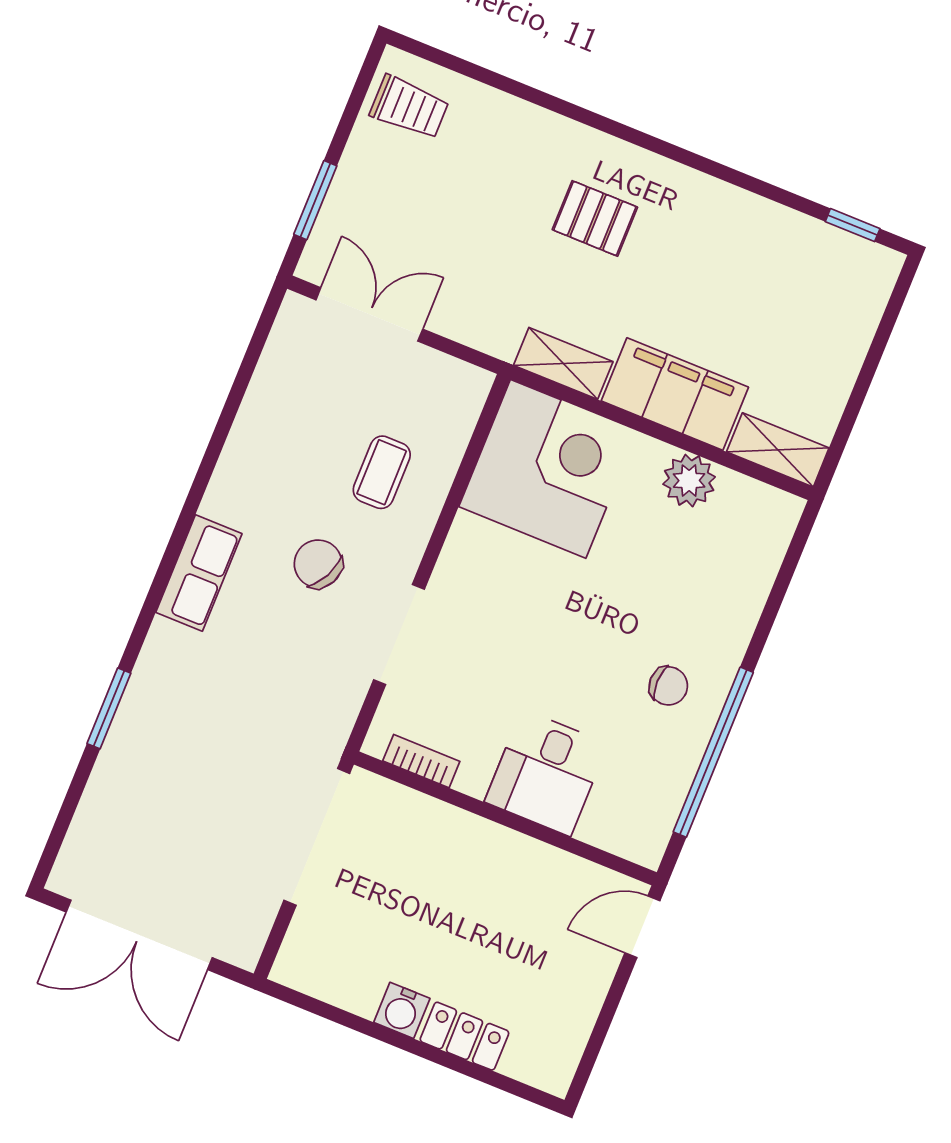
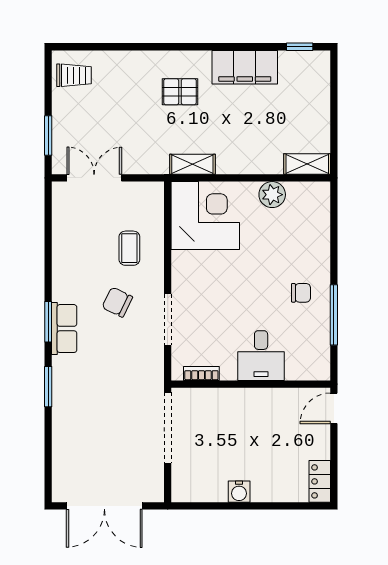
filing cabinet: (675, 394) -> (245, 67), moved, turned 180
window: (174, 548) -> (48, 322), added
window: (109, 708) -> (48, 387), moved
window: (713, 752) -> (334, 315), width x0.68
locker: (464, 1036) -> (320, 481), moved, turned -90

